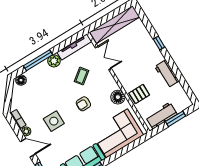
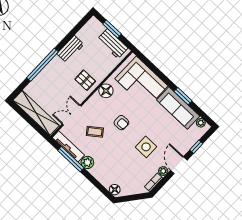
window: (159, 43) -> (43, 65), width x3.17
window: (38, 60) -> (71, 159), moved
pallet: (139, 94) -> (85, 80), moved

